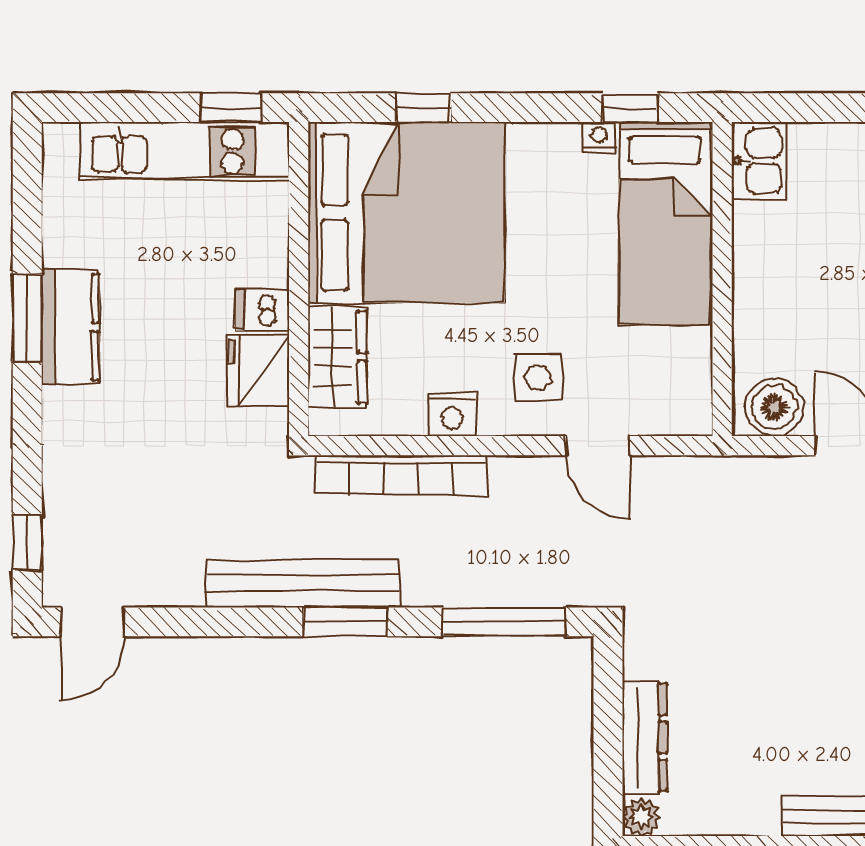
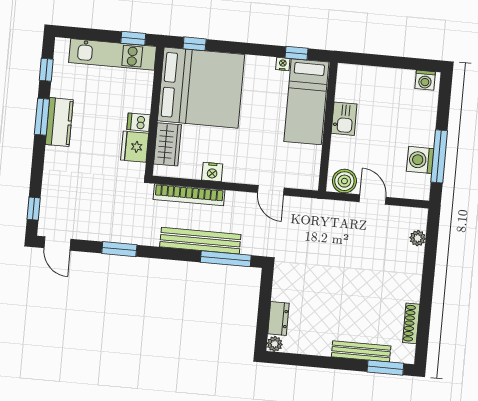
window: (424, 108) -> (195, 44), moved
kitchen sink: (760, 161) -> (344, 119), moved
window: (27, 203) -> (46, 70), added
side table: (538, 378) -> (249, 160), removed
bench: (303, 583) -> (200, 241), moved
door: (92, 622) -> (57, 244), hinge flipped
window: (346, 622) -> (119, 249), moved
dresser: (645, 737) -> (278, 318), width x0.70

